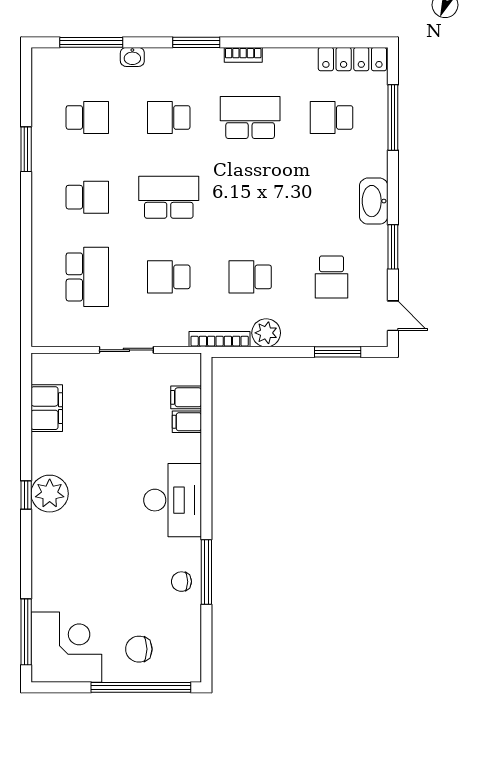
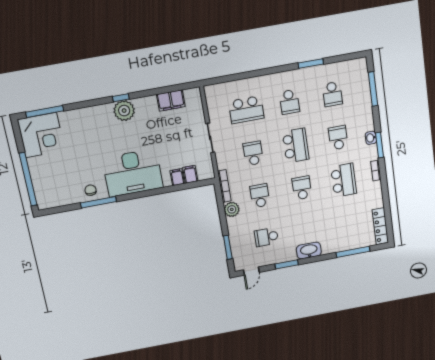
washbasin: (132, 57) -> (371, 138), moved
school desk: (332, 117) -> (302, 188), moved
desk: (173, 500) -> (133, 173), width x1.36, depth x1.30
chair: (139, 649) -> (49, 174), removed

